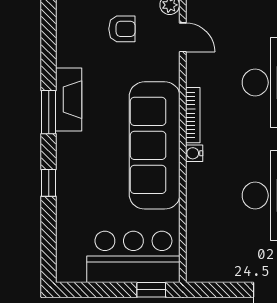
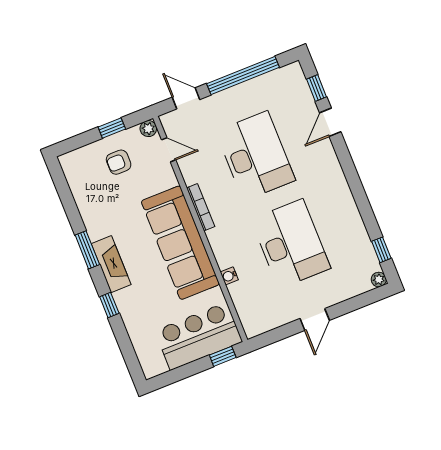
armchair: (122, 29) -> (119, 162), turned 180
fireplace: (69, 100) -> (111, 264), moved
water cooler: (194, 153) -> (229, 276), moved

